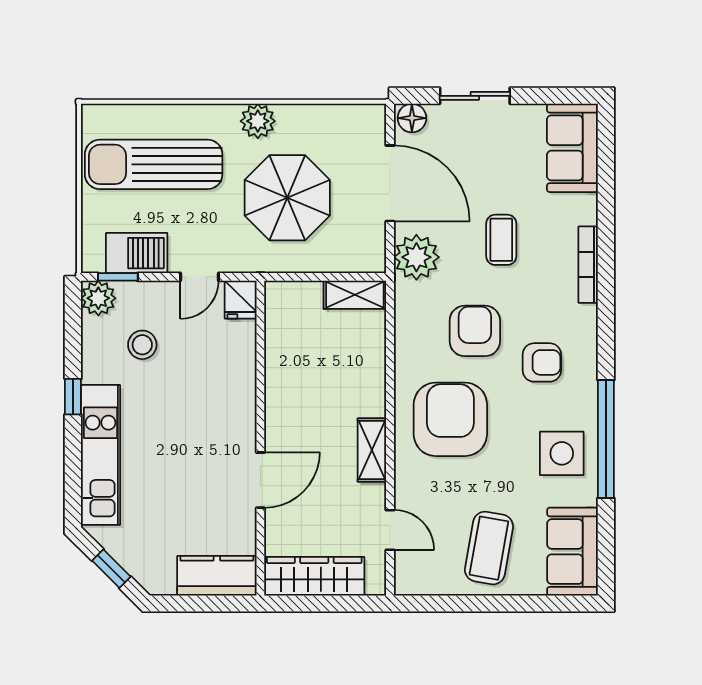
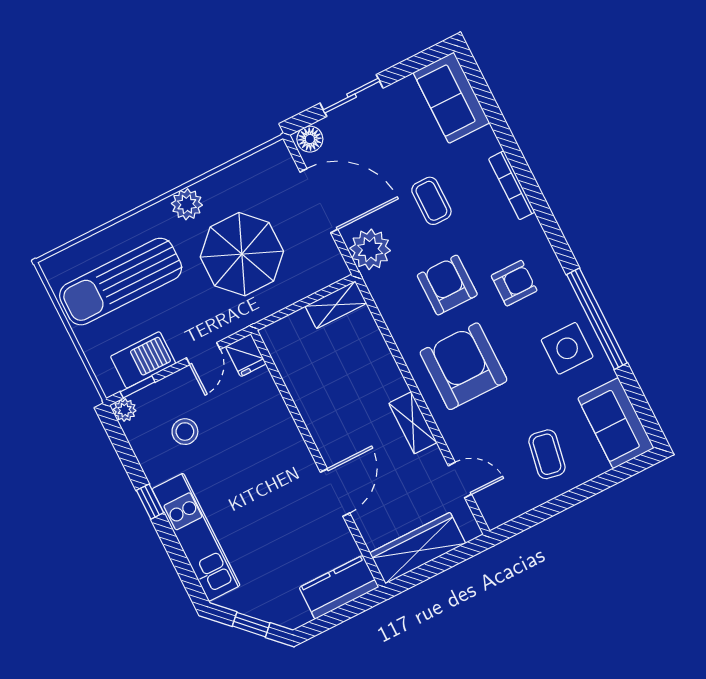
plant: (98, 298) -> (125, 410), width x0.73, depth x0.73
coffee table: (489, 548) -> (547, 454), width x0.73, depth x0.77

